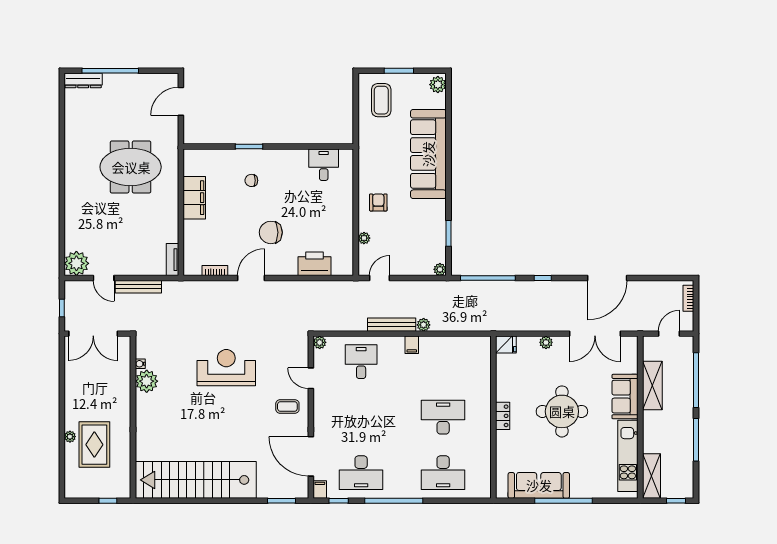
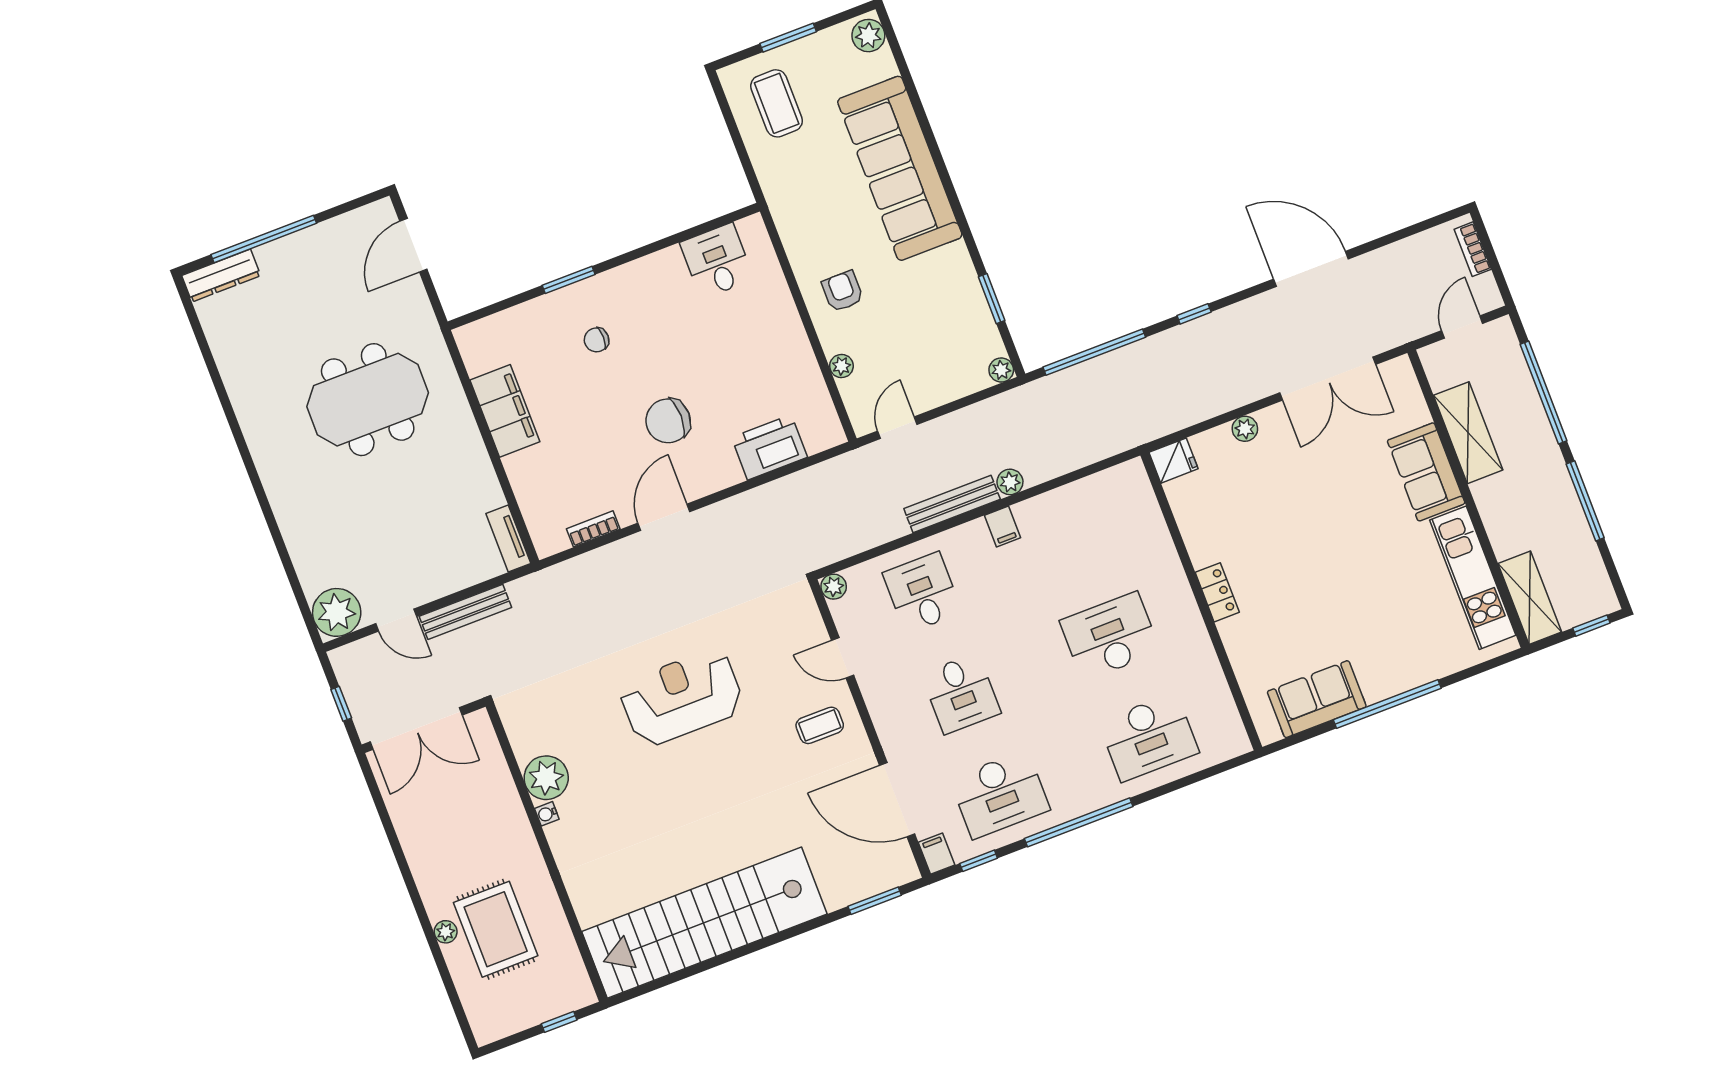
door: (607, 278) -> (1311, 269), swing flipped
water cooler: (140, 364) -> (547, 814), moved
round table: (562, 411) -> (1322, 543), removed
desk: (361, 417) -> (961, 693), added
sofa: (539, 485) -> (1317, 699), width x0.73

